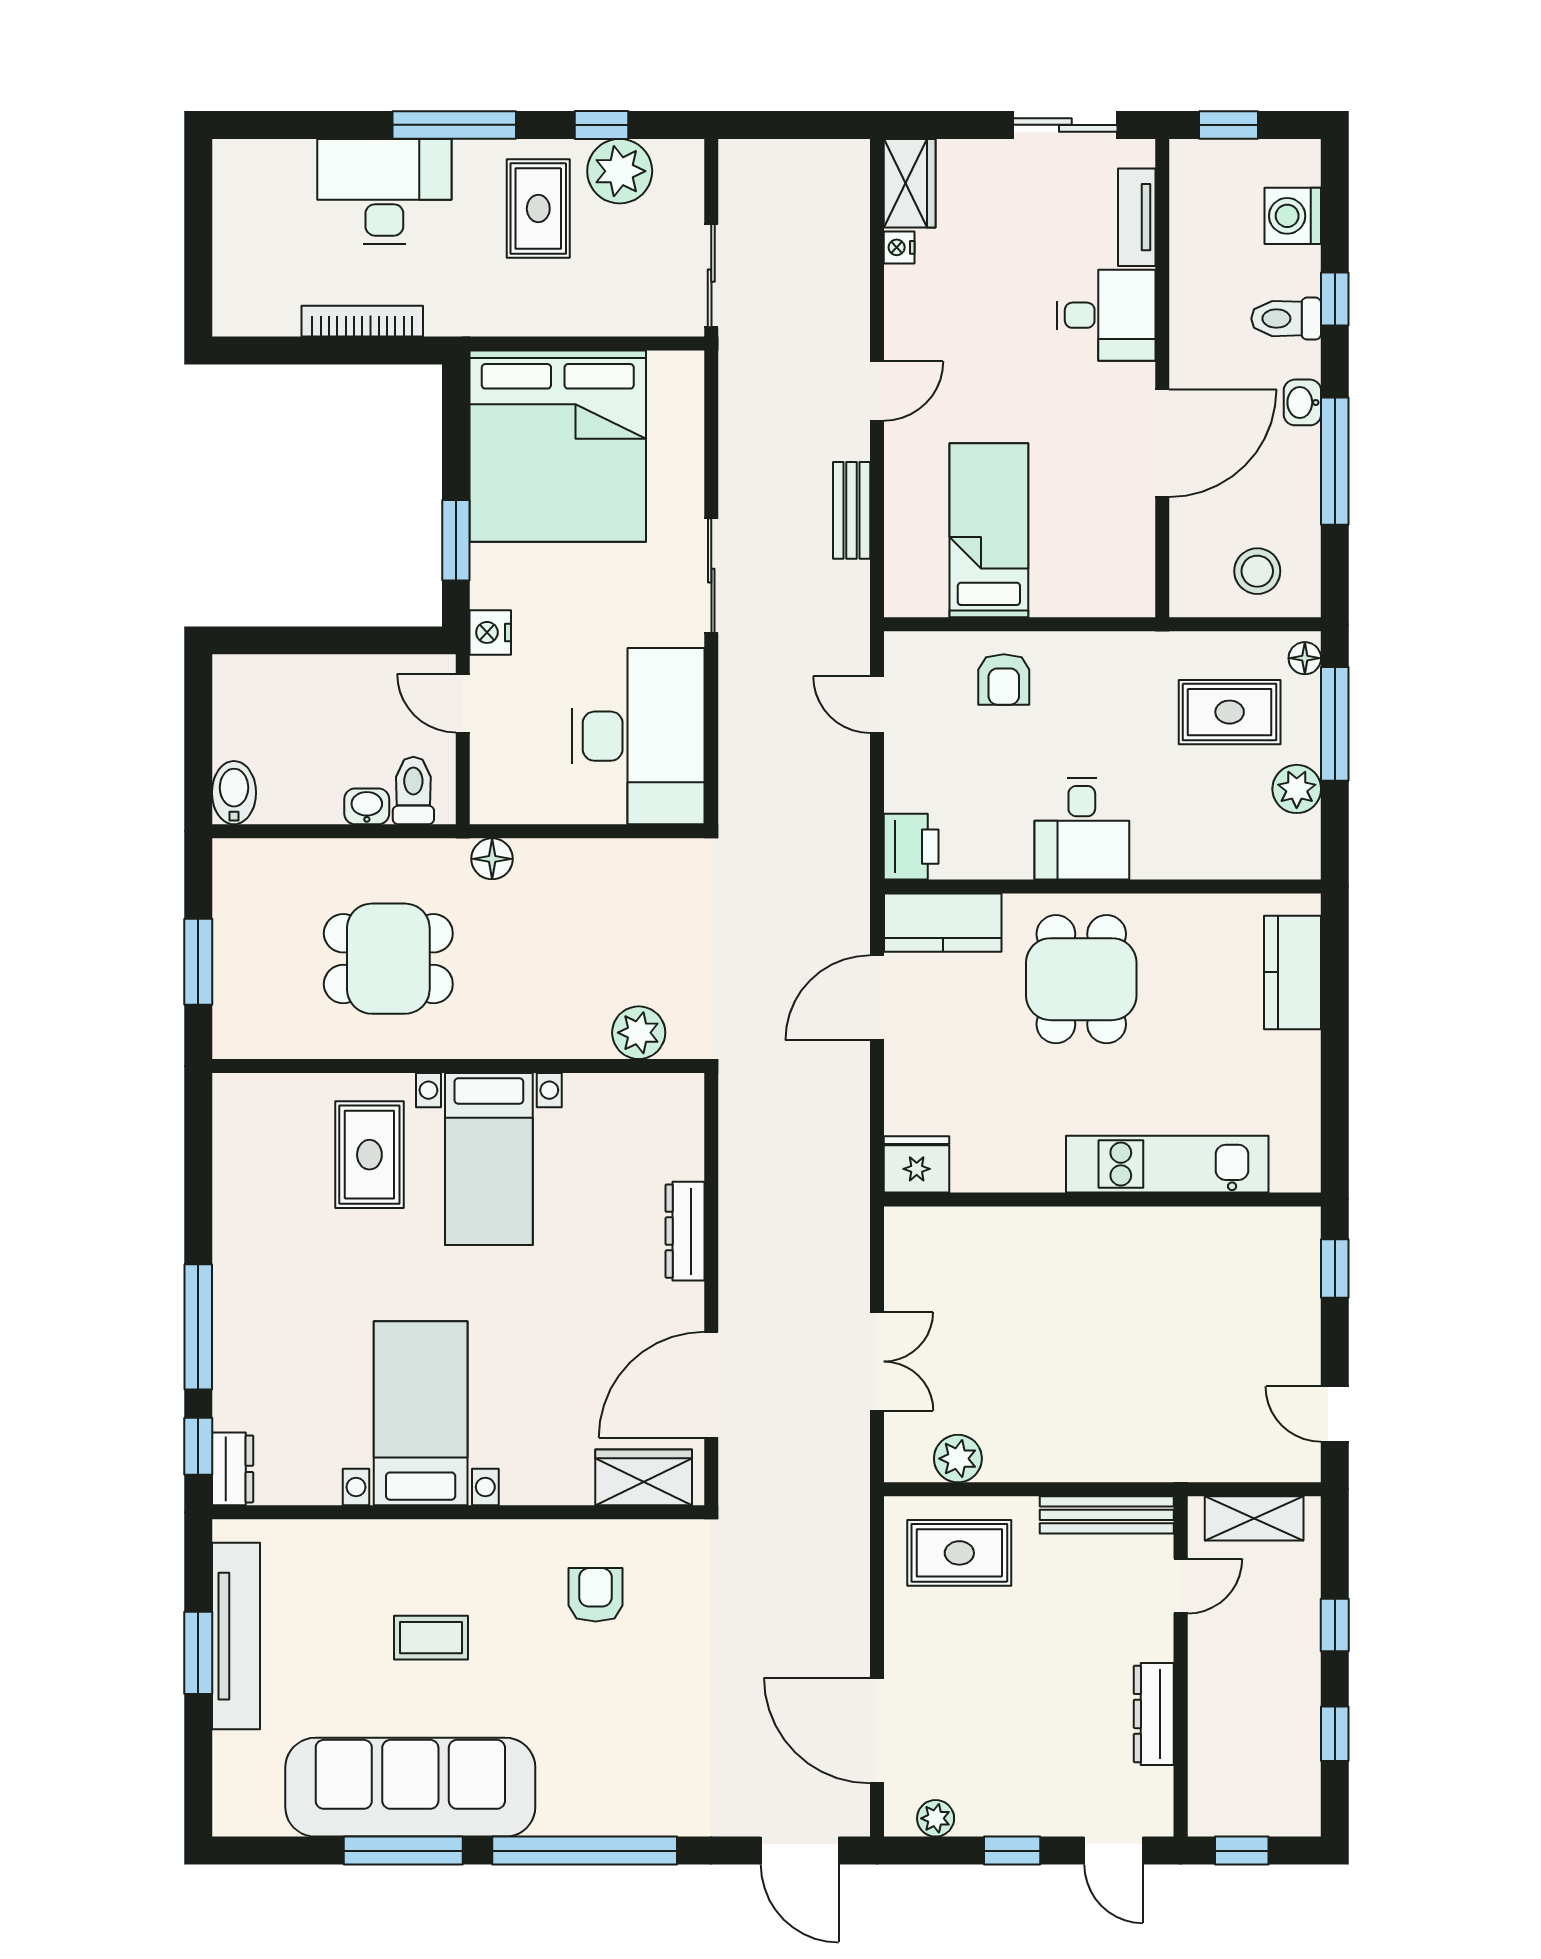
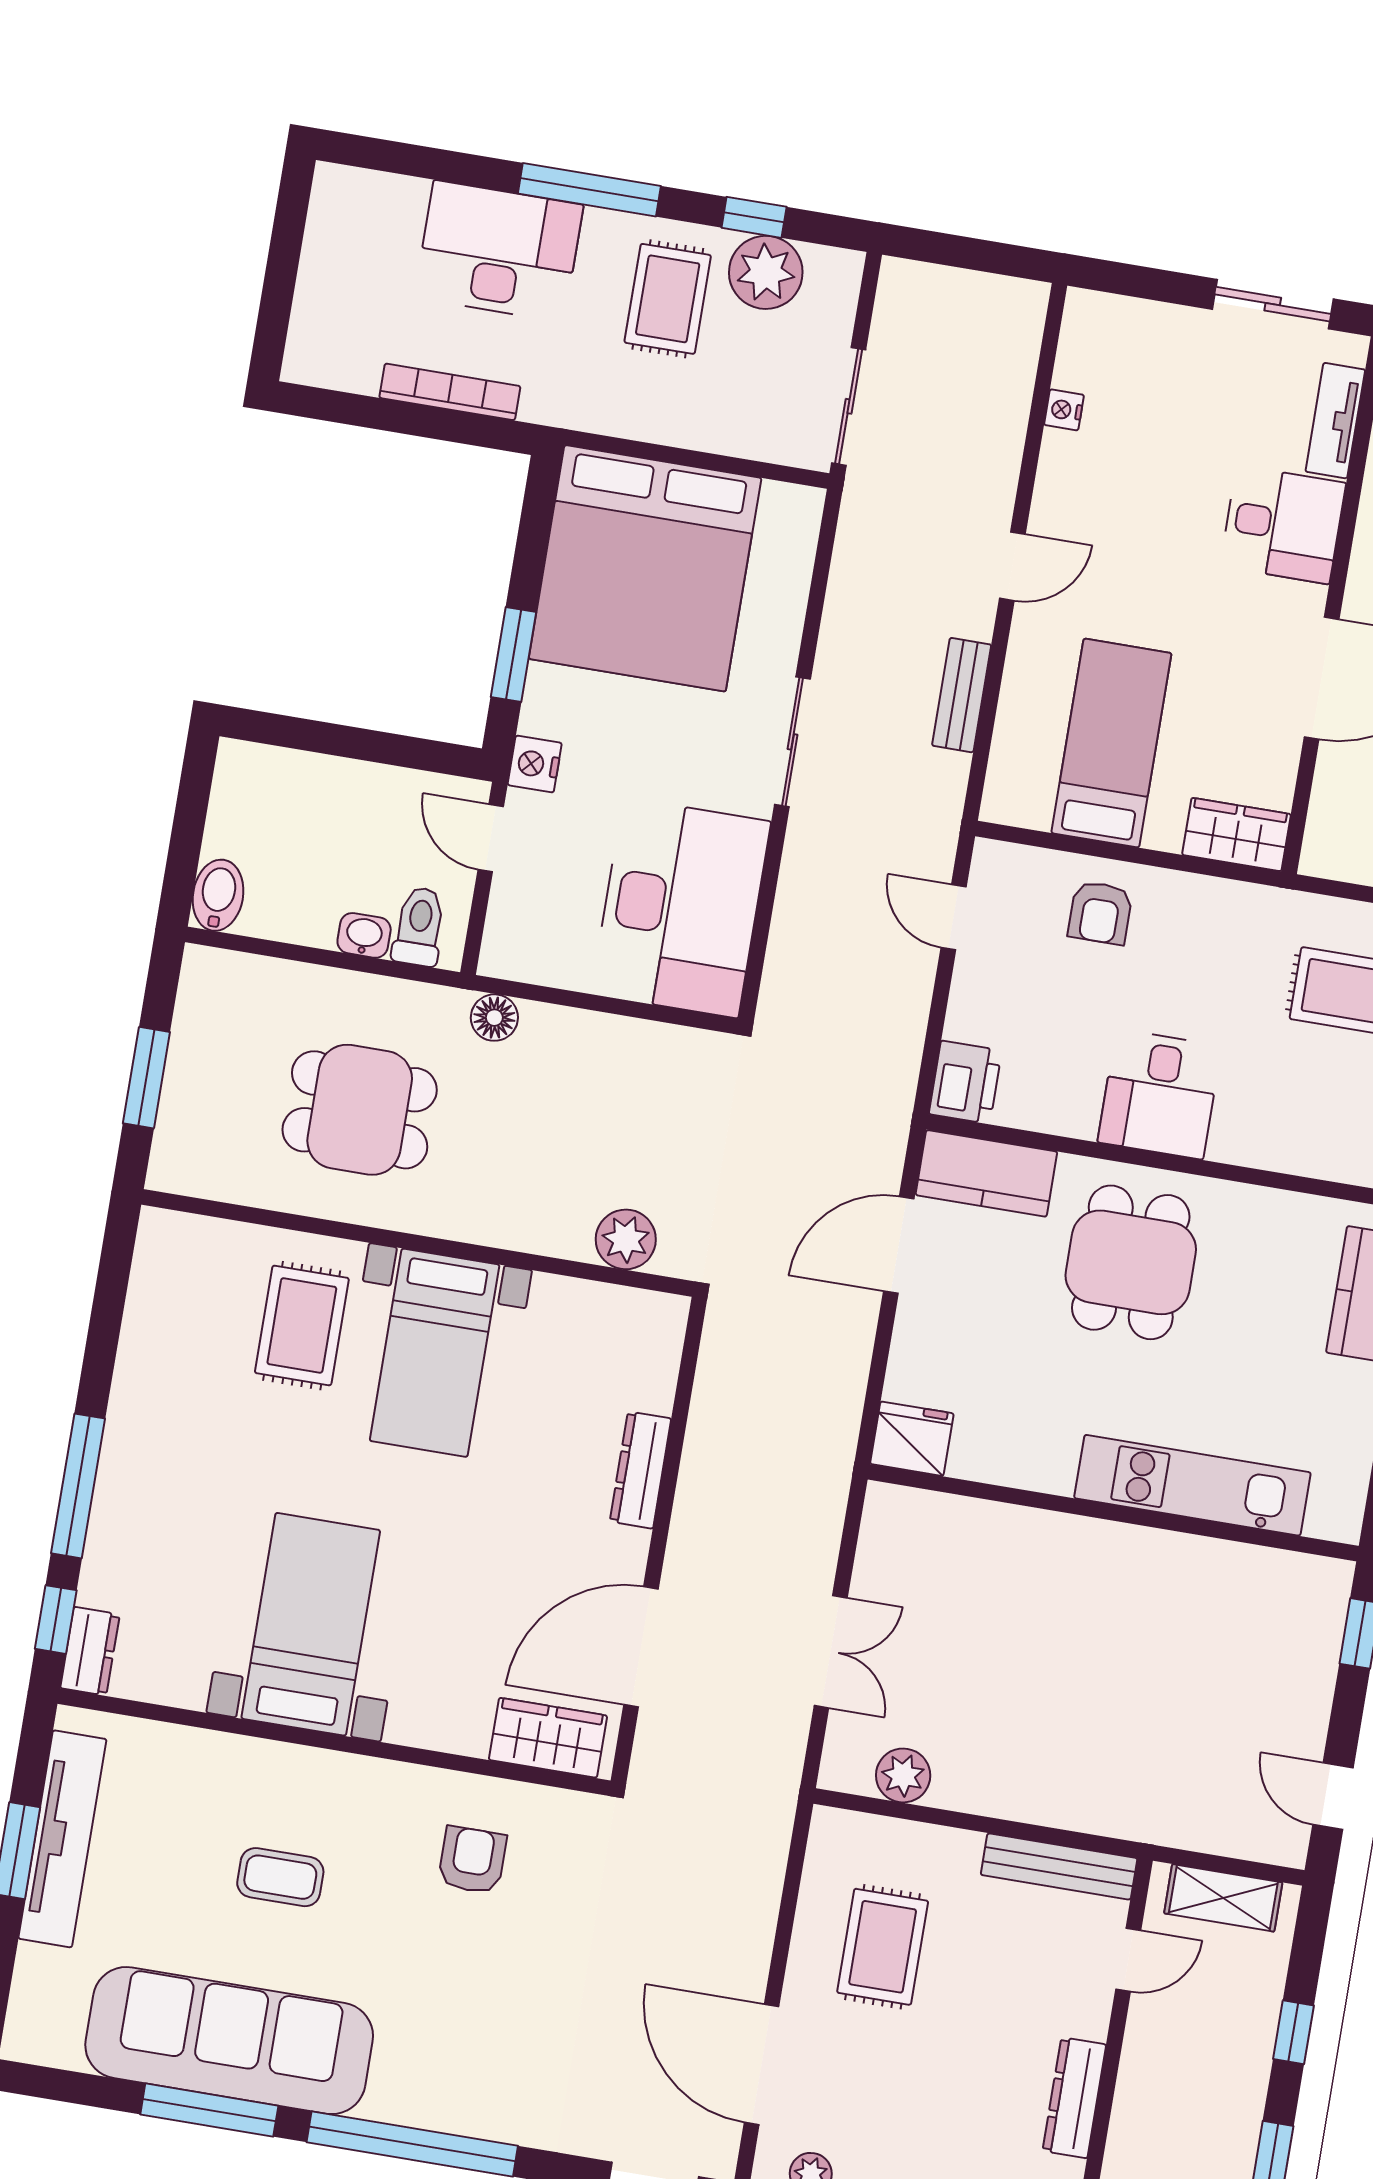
wardrobe: (910, 183) -> (1236, 835), moved, turned -90
rug: (959, 1553) -> (883, 1947), moved, turned 90

